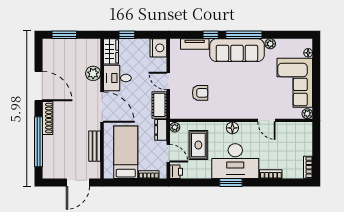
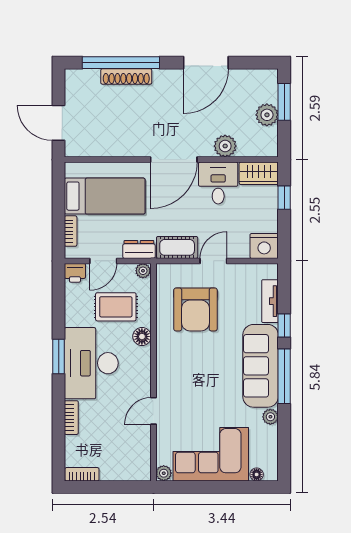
plant: (73, 46) -> (267, 115), added
armchair: (200, 93) -> (195, 309), width x1.88, depth x1.88
shoe rack: (48, 118) -> (126, 76), moved
floor lamp: (232, 128) -> (142, 337), moved
bench: (95, 146) -> (114, 148), removed

